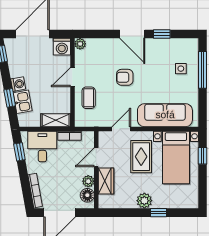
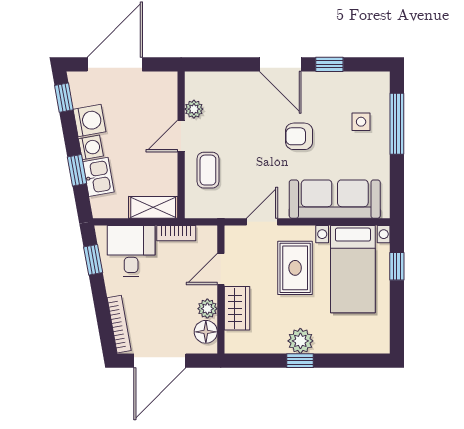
plant: (80, 44) -> (194, 109), moved
washing machine: (62, 47) -> (89, 121), moved, turned -100
armchair: (125, 77) -> (299, 136), moved
window: (159, 213) -> (300, 361), moved

